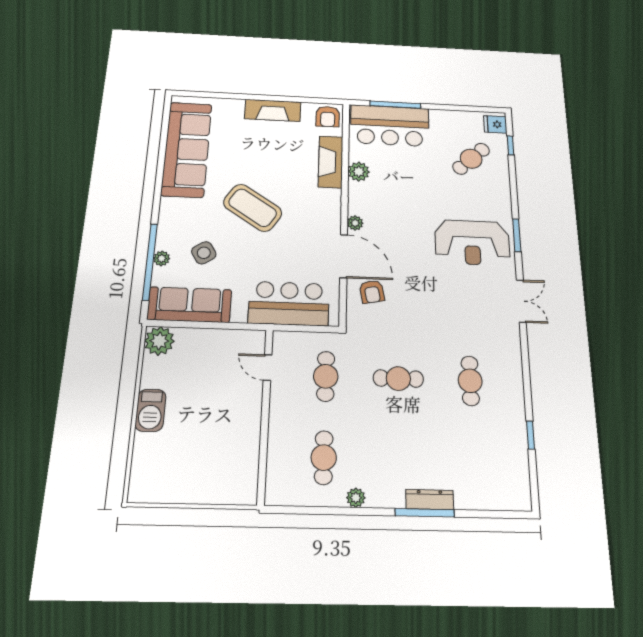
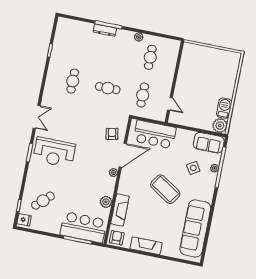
reception desk: (472, 242) -> (54, 152), turned 180
door: (344, 256) -> (123, 155), swing flipped
double door: (521, 301) -> (37, 117), swing flipped
sofa: (189, 305) -> (209, 143), width x0.73
barbecue: (150, 410) -> (224, 108), moved

